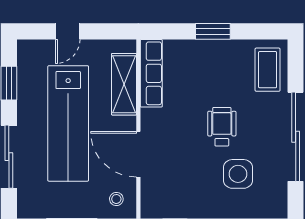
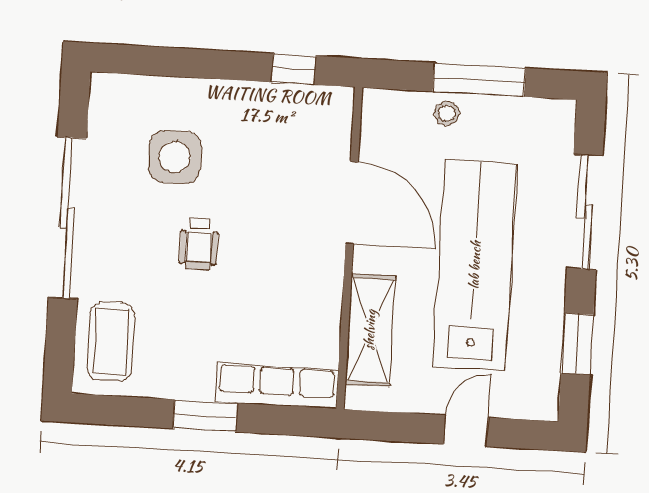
row of seats: (151, 73) -> (277, 386), moved, turned 90
wheelchair: (222, 127) -> (199, 244), width x0.73, depth x0.73
stool: (116, 199) -> (447, 113), moved

